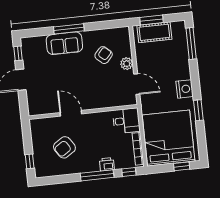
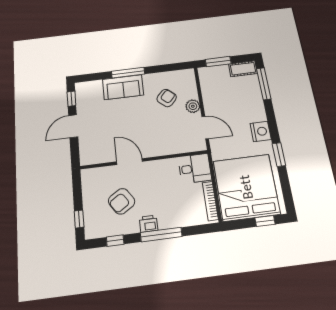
cot: (154, 32) -> (243, 69), moved, width x0.73, depth x0.75
printer: (107, 164) -> (148, 224), moved
window: (129, 172) -> (115, 241), moved

